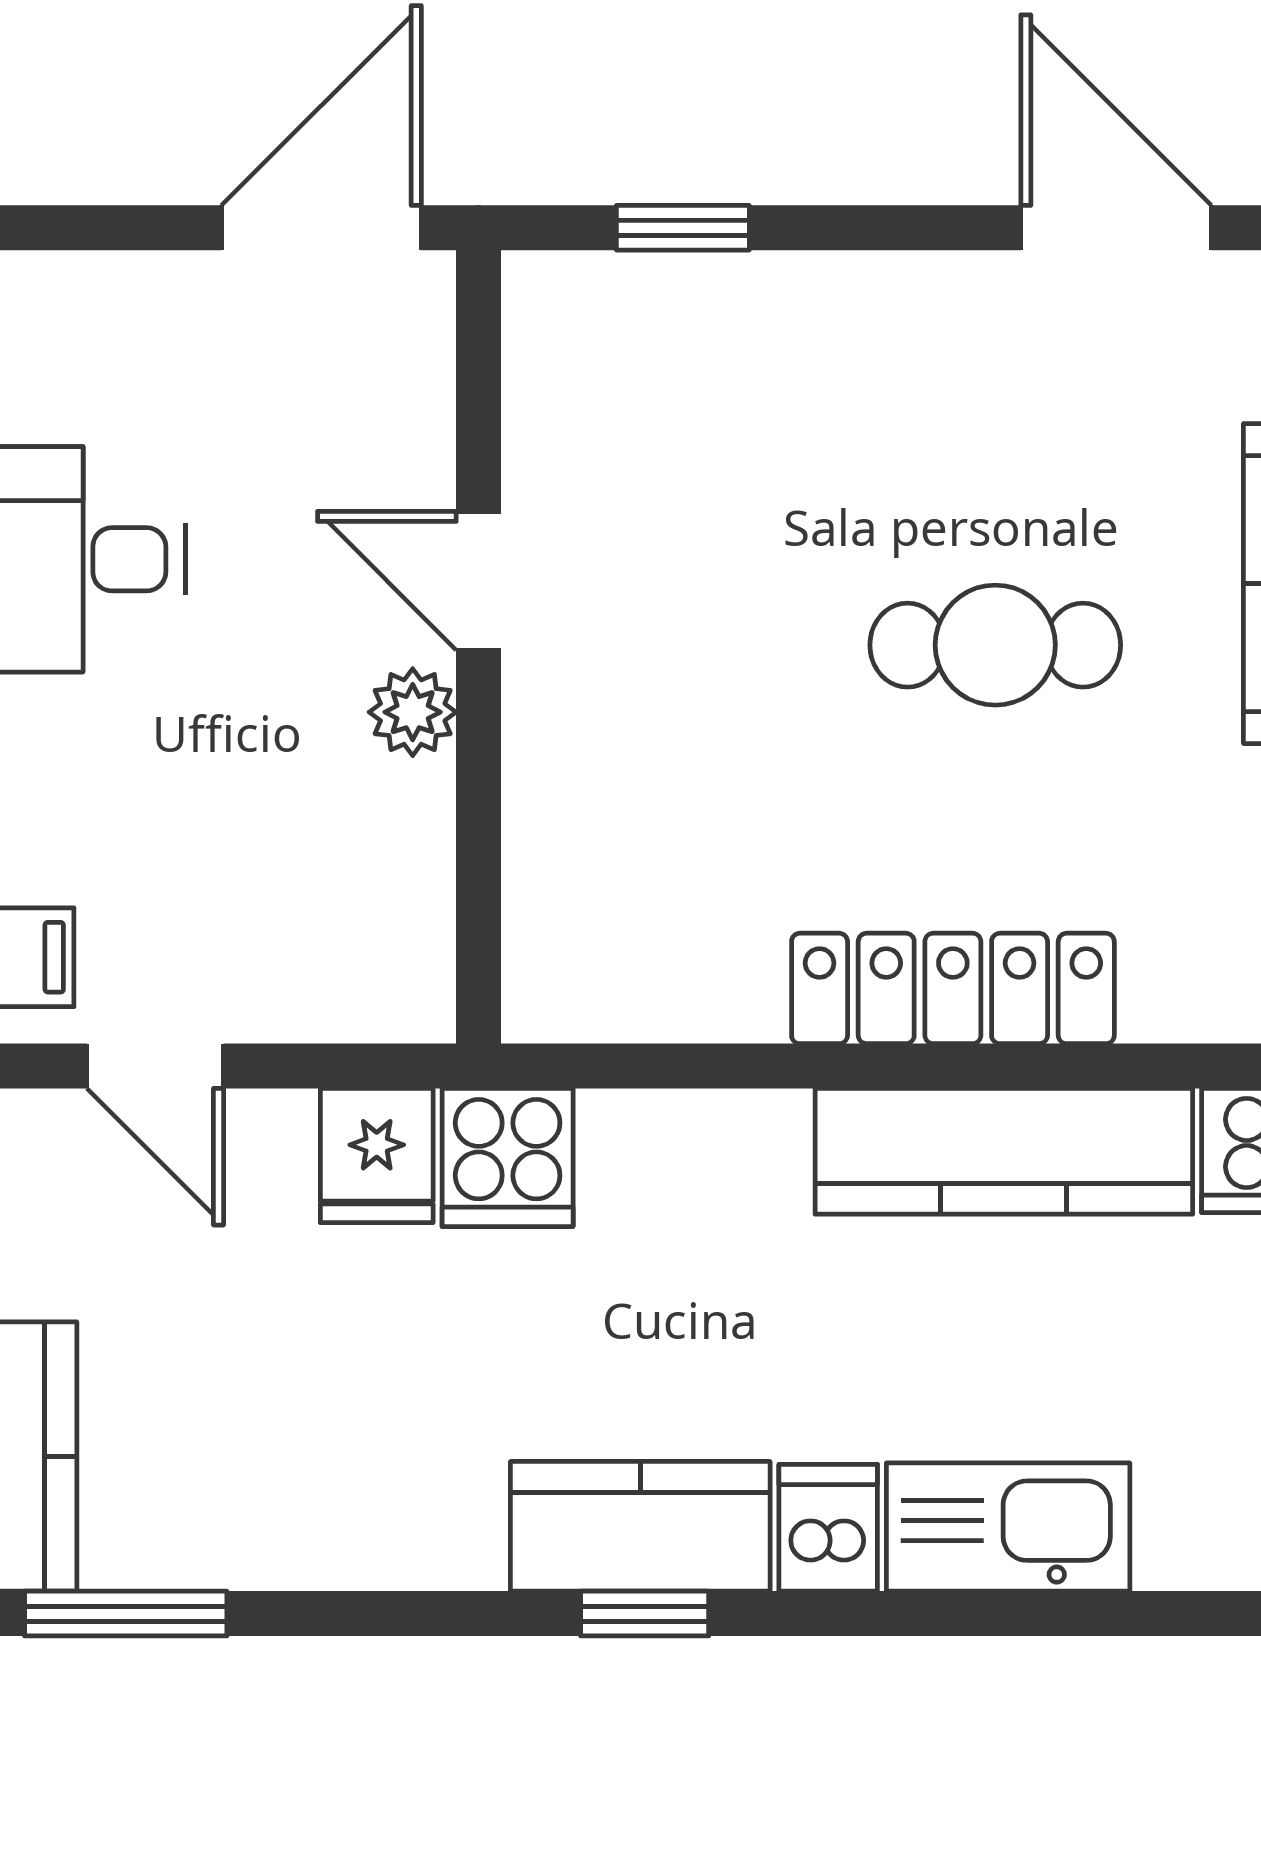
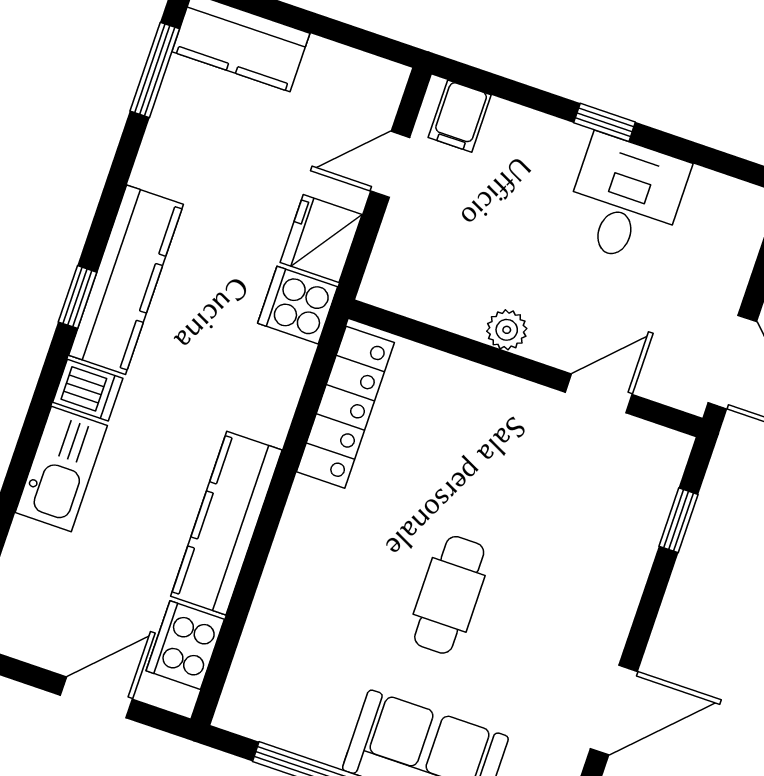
door: (479, 581) -> (599, 393), moved
locker: (953, 988) -> (345, 407), moved
fridge: (377, 1156) -> (321, 239), width x1.38
kitchen counter: (640, 1526) -> (126, 280), width x1.50

